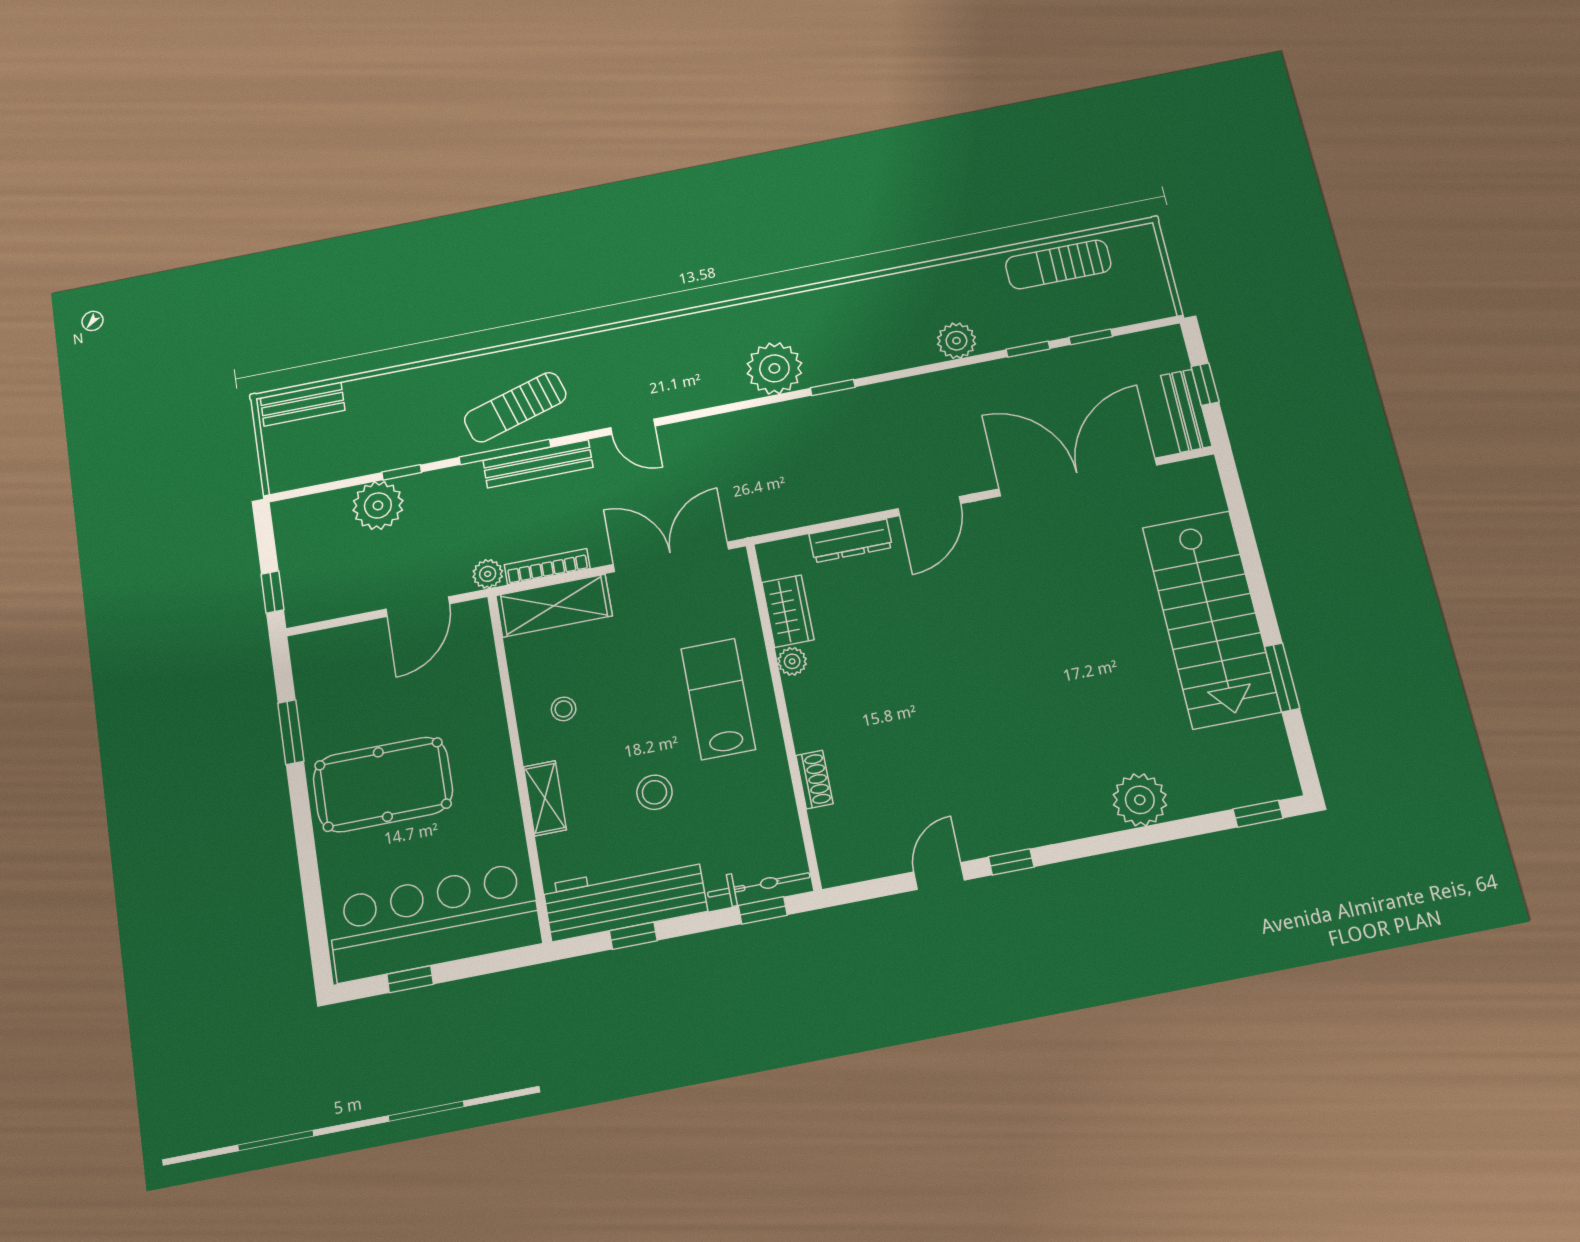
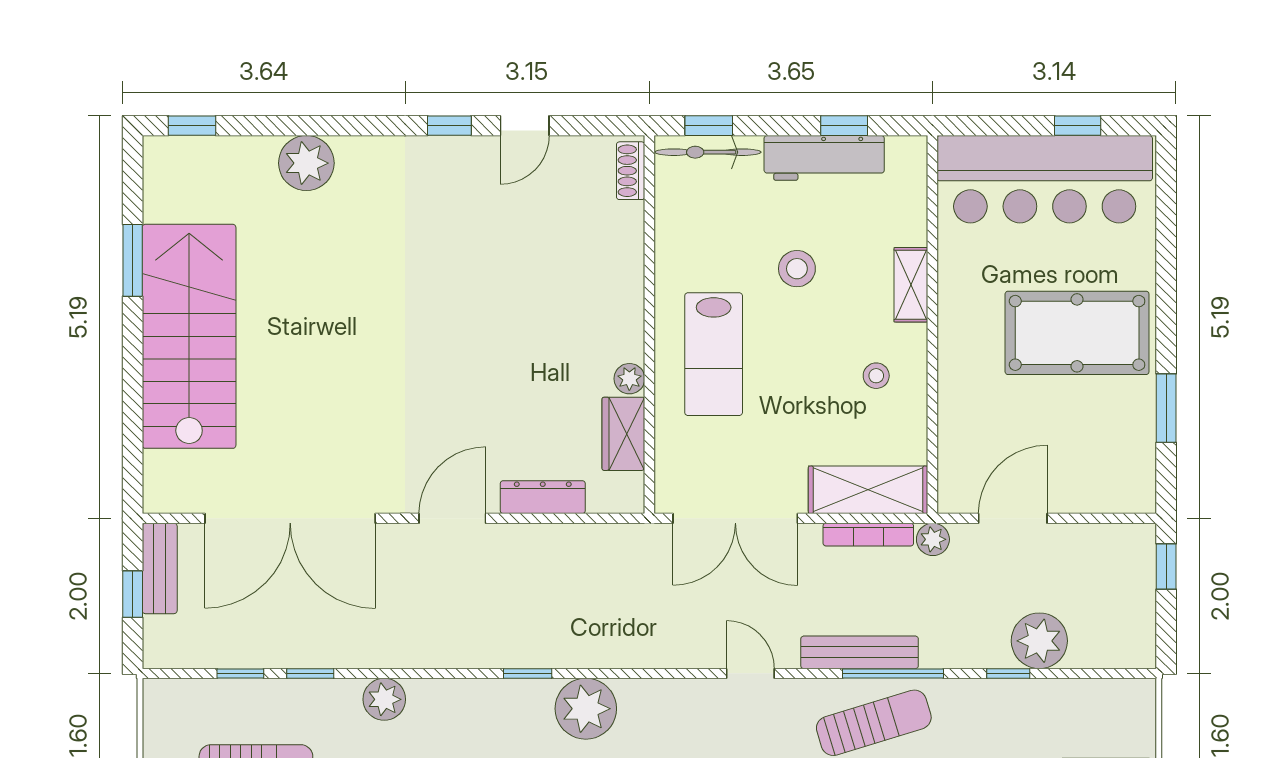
shoe rack: (814, 780) -> (631, 171), moved
workbench: (625, 898) -> (824, 158), width x0.73, depth x0.76

